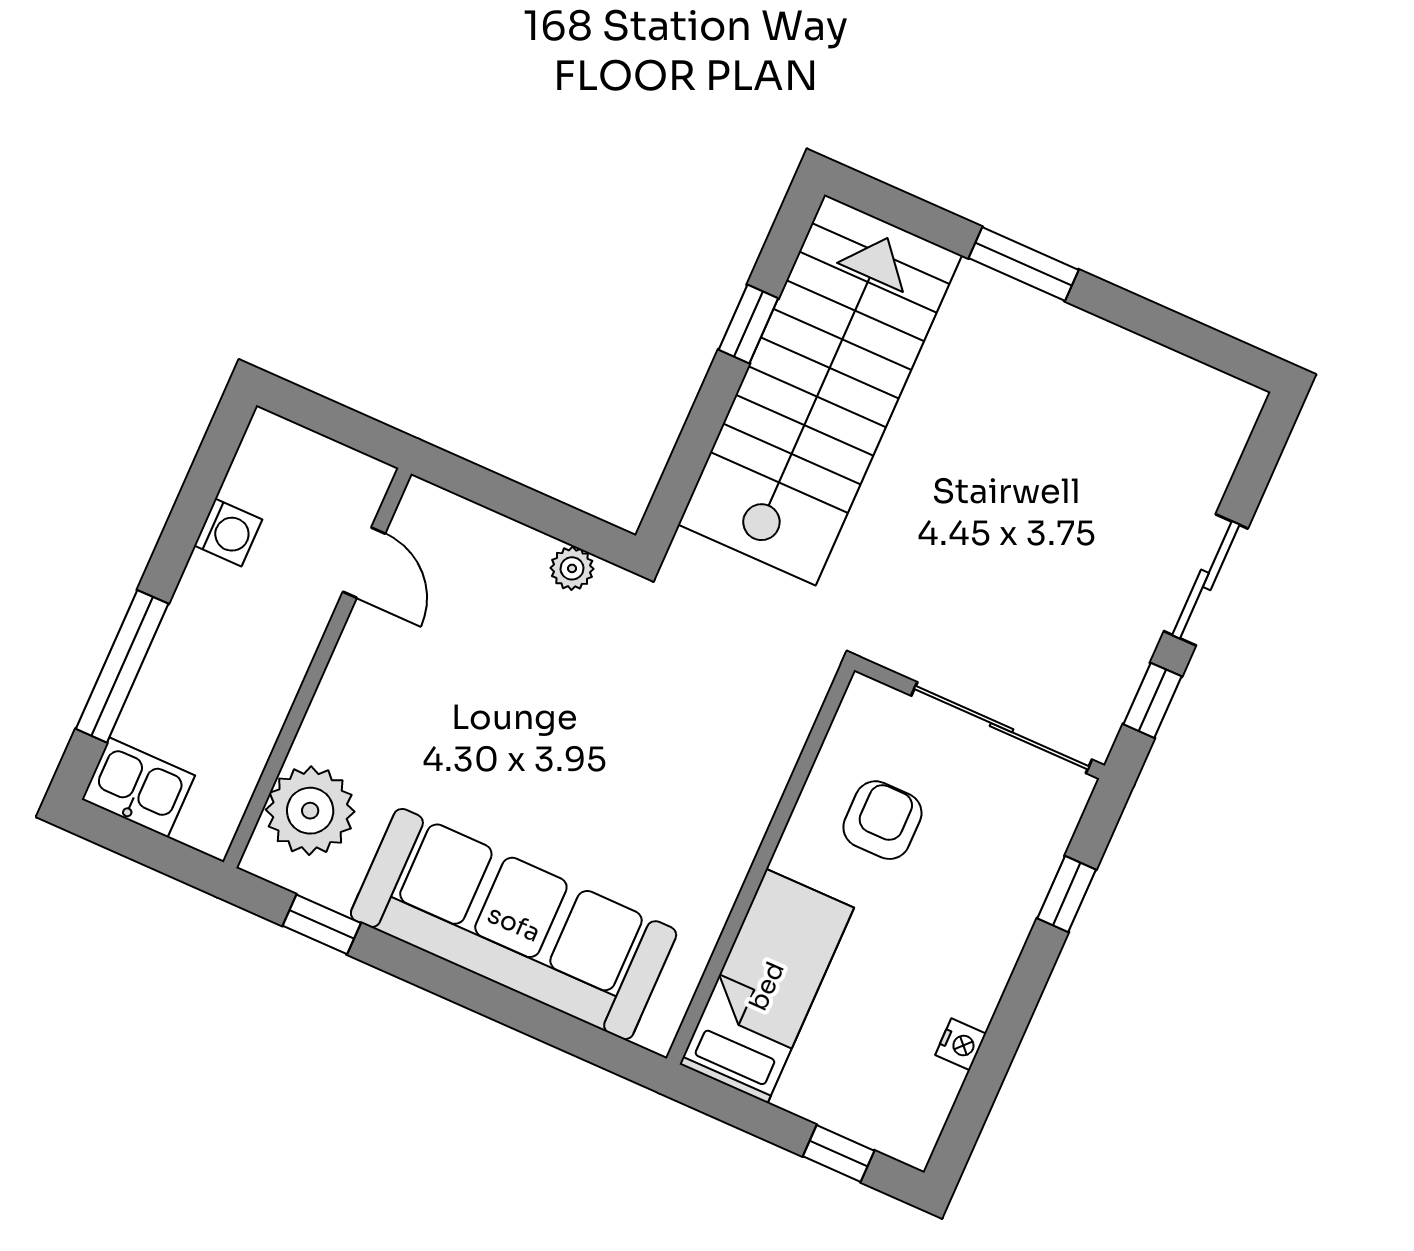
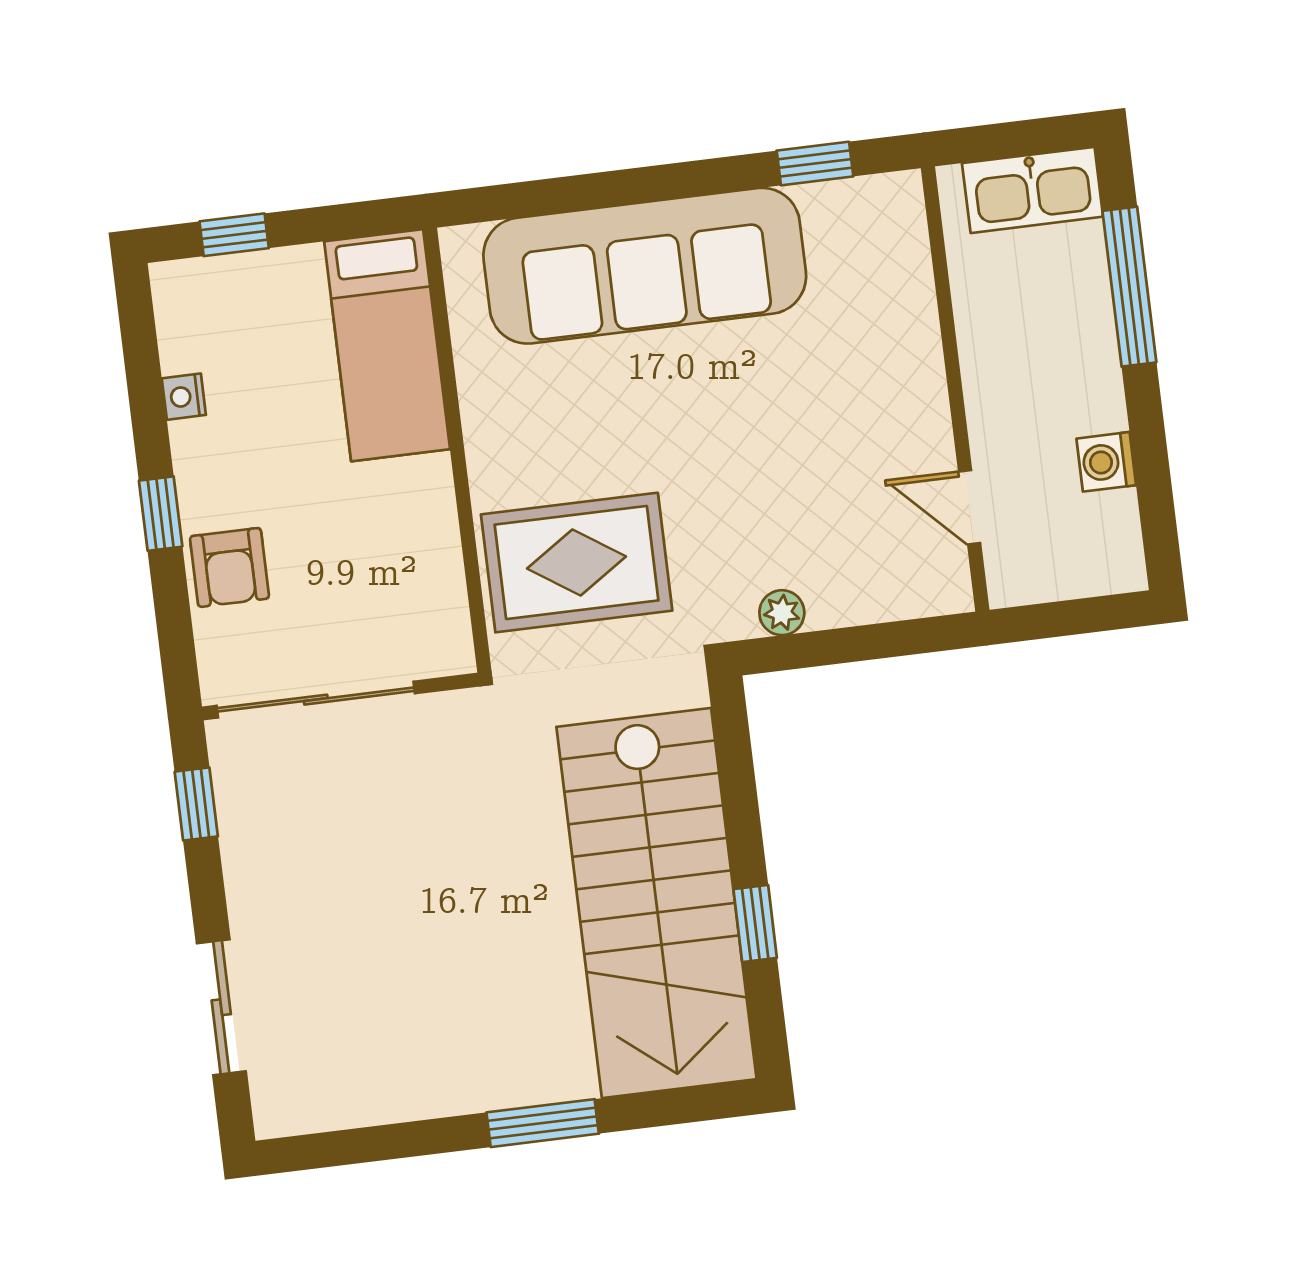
sliding door: (1206, 580) -> (221, 1007), moved
rug: (717, 712) -> (577, 563), added
kitchen sink: (138, 787) -> (1033, 190), width x1.38
plant: (310, 811) -> (886, 258), removed
armchair: (882, 820) -> (229, 567), moved
window: (1067, 894) -> (161, 514), moved

